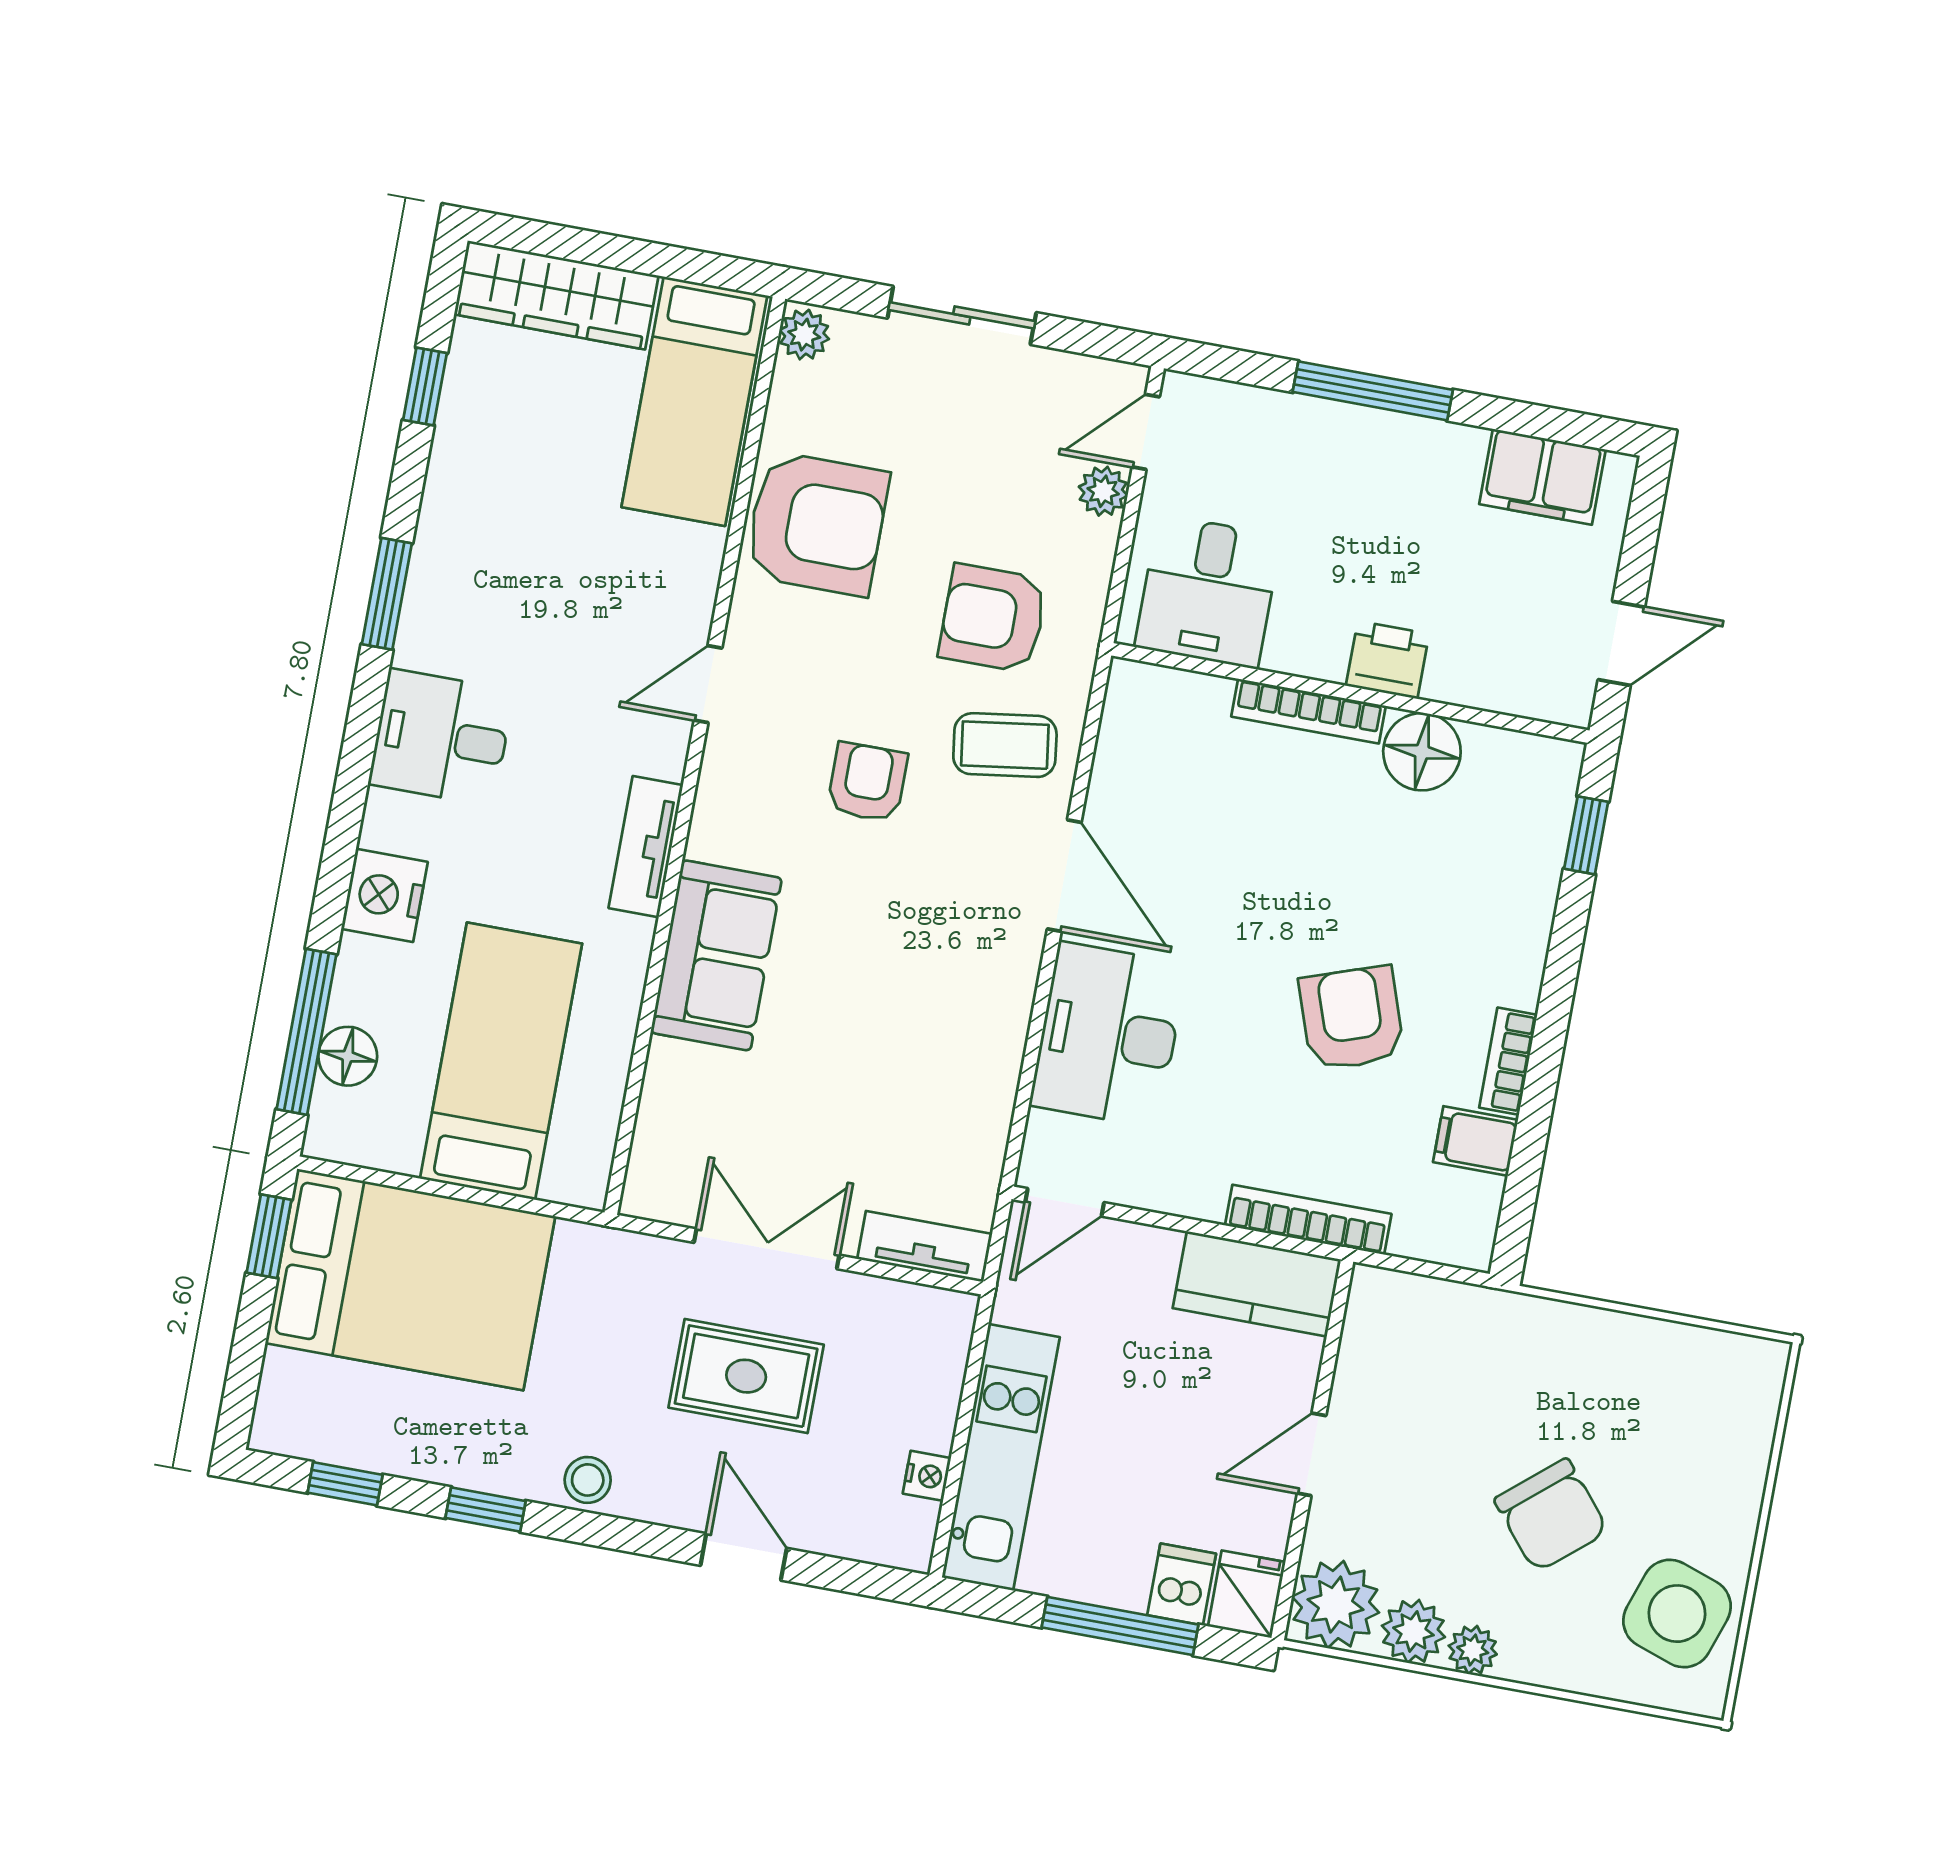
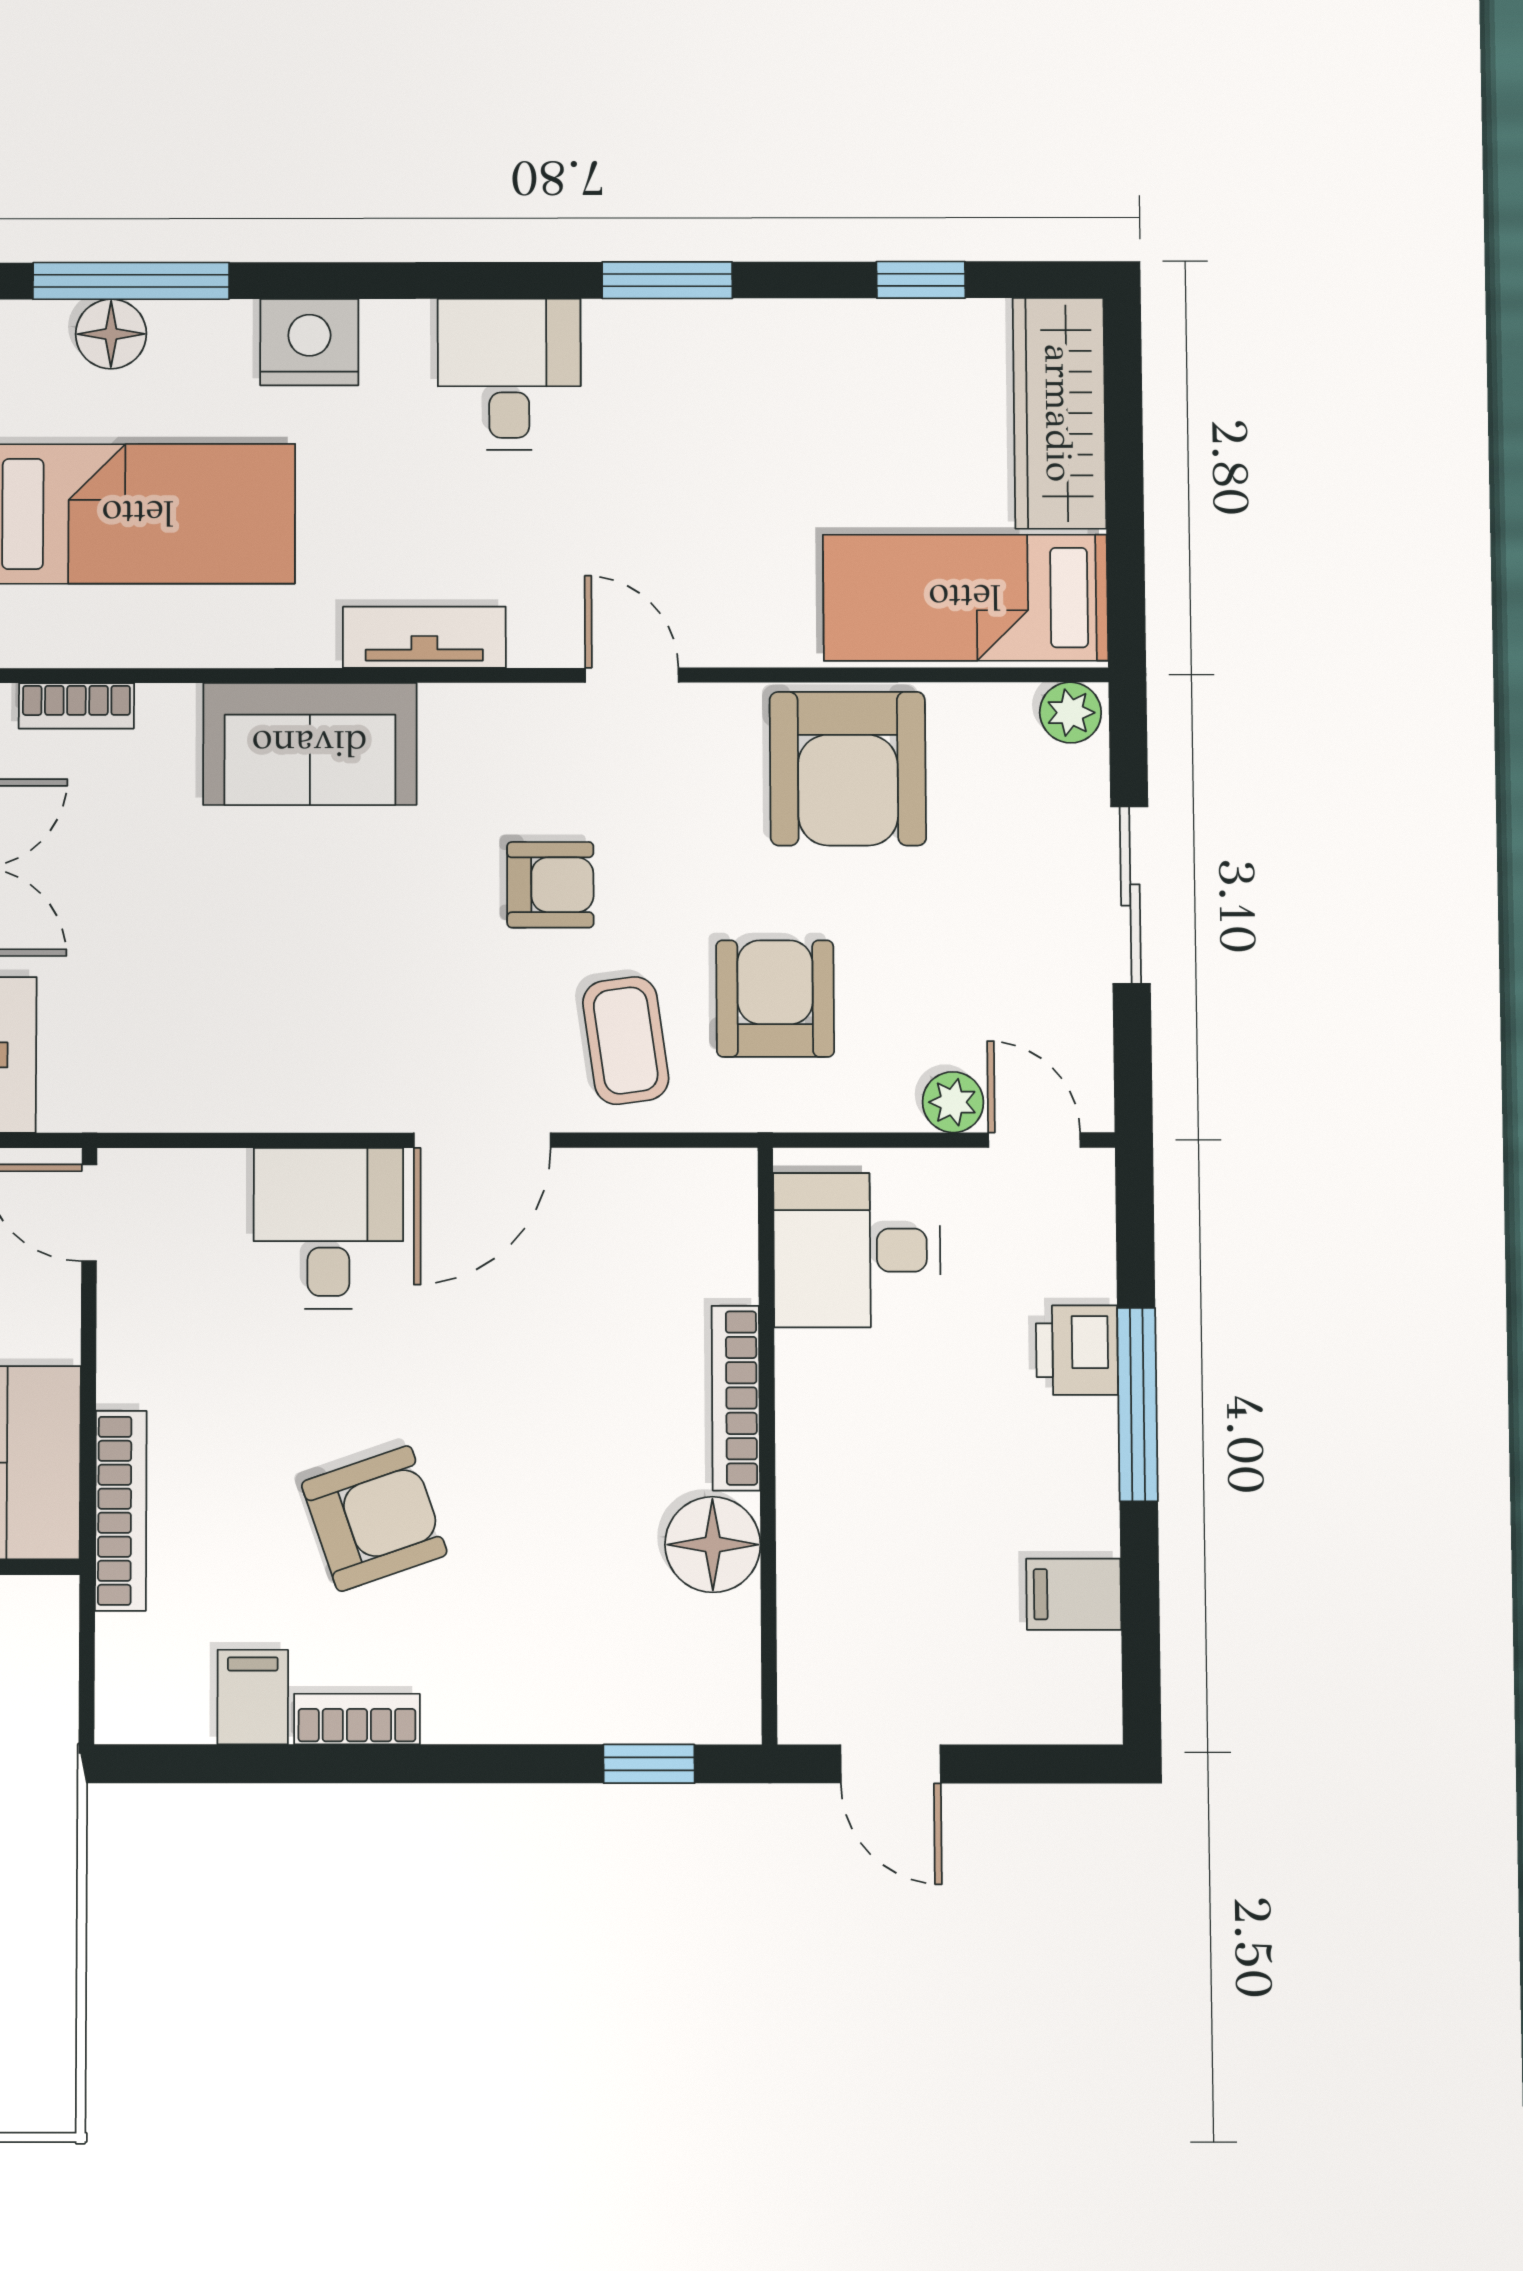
filing cabinet: (1542, 477) -> (1074, 1594), width x0.50
printer: (1388, 660) -> (1077, 1350), moved, turned 180
desk: (1108, 1035) -> (328, 1228), width x0.73
bookcase: (650, 1139) -> (76, 706), added

